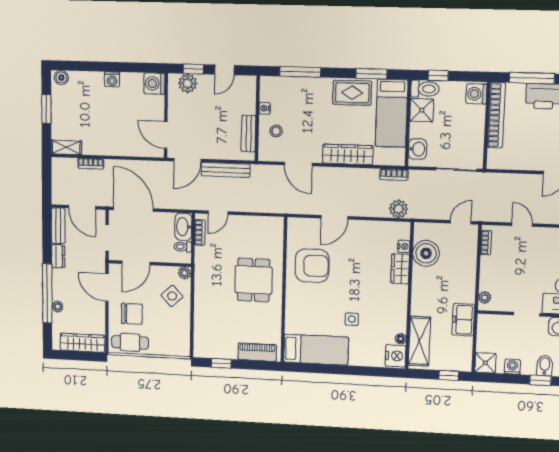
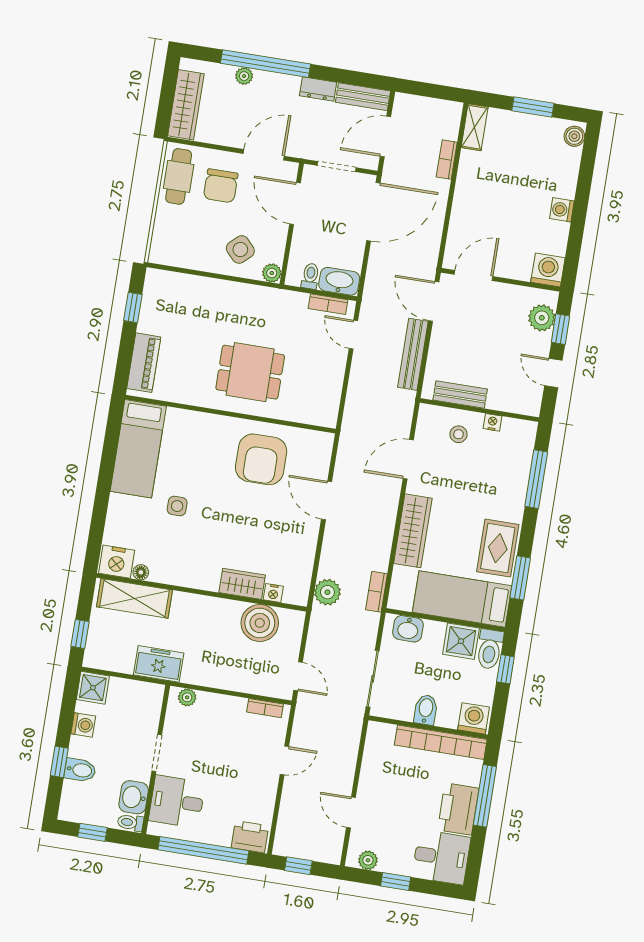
bidet: (474, 129) -> (426, 710), added

